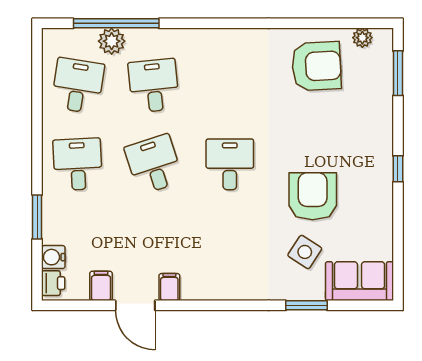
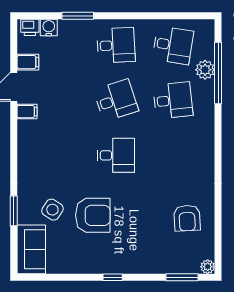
plant: (362, 38) -> (208, 267), moved
armchair: (316, 66) -> (187, 218), width x0.73, depth x0.73

